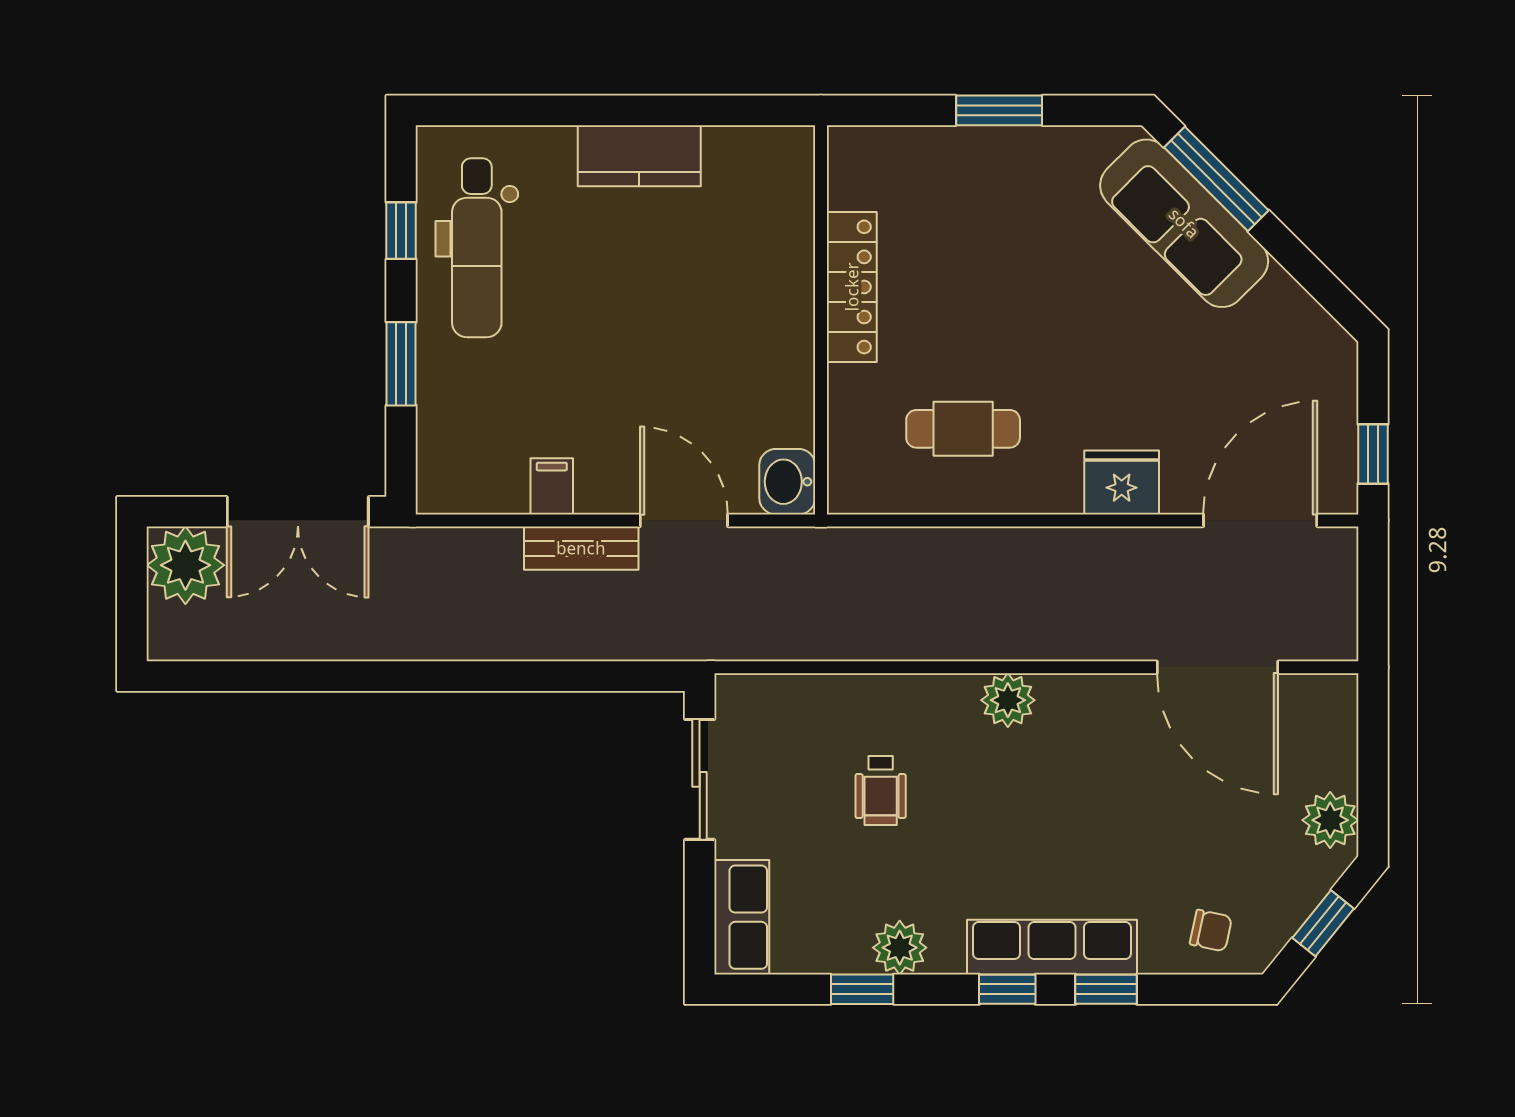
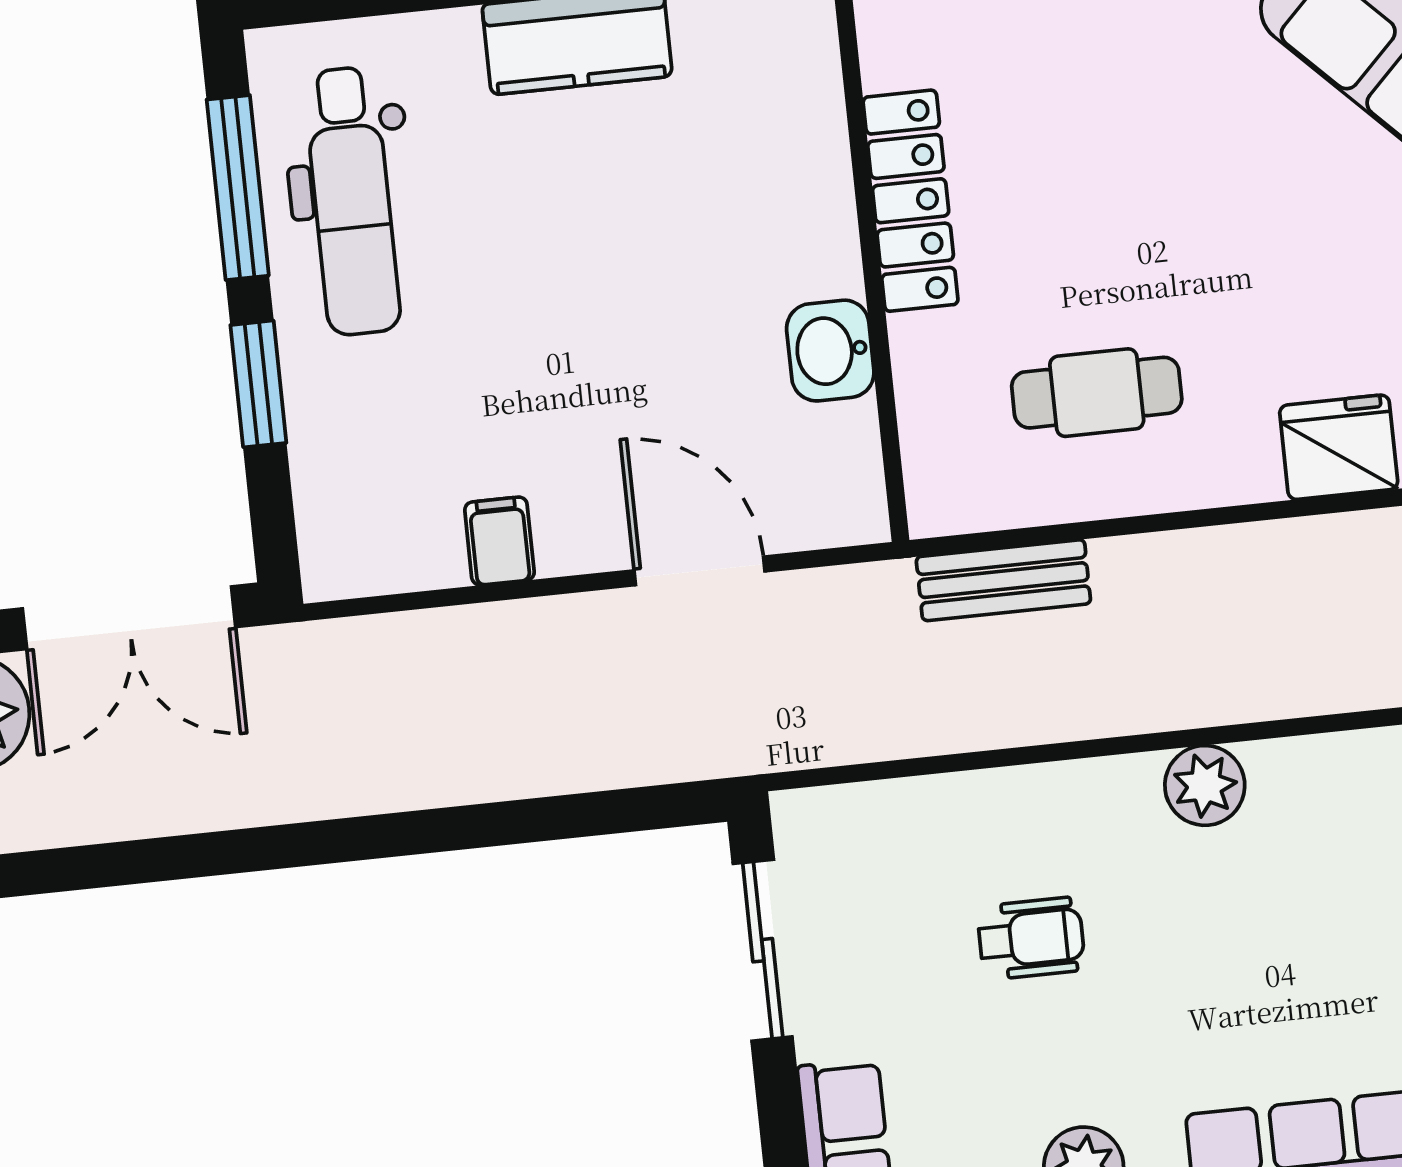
window: (401, 231) -> (238, 188), width x2.17
washbasin: (787, 482) -> (830, 351), moved
bench: (581, 548) -> (1003, 580), moved
wheelchair: (881, 790) -> (1031, 938), turned -90

